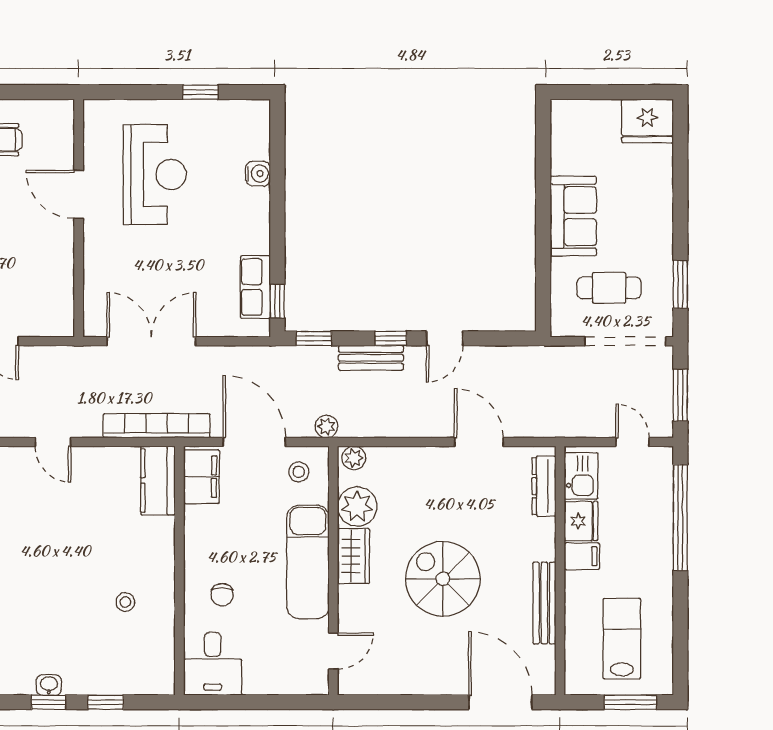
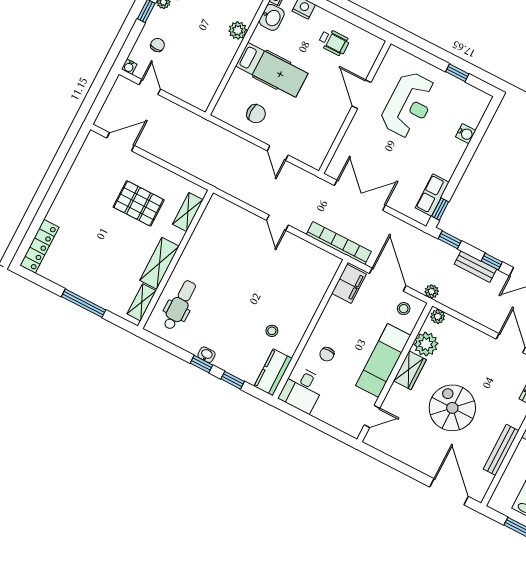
kitchen counter: (158, 481) -> (273, 372), moved

